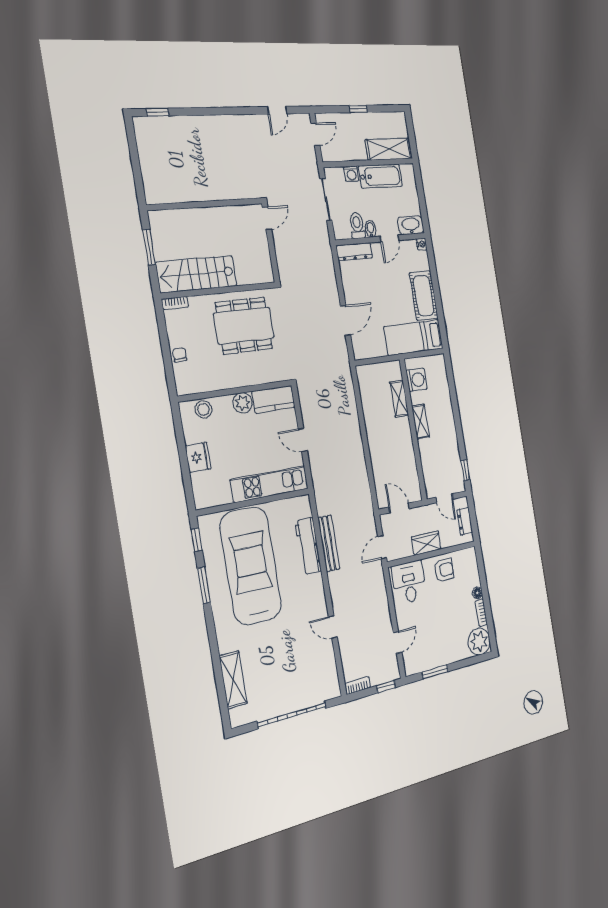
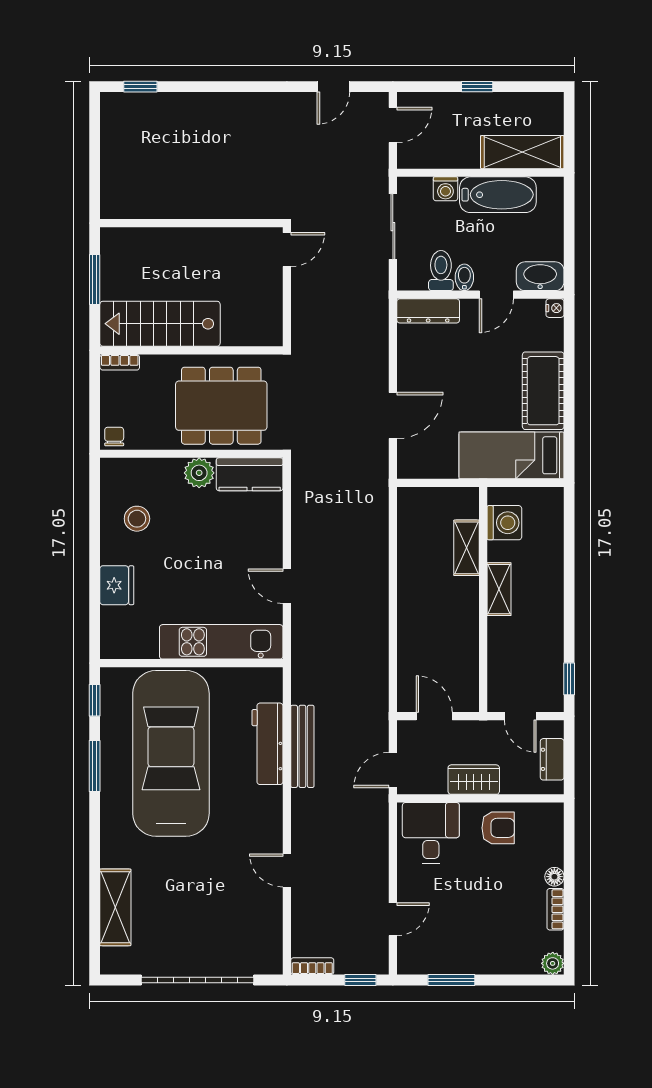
wall: (236, 391) -> (191, 454), moved
kitchen counter: (273, 399) -> (250, 474), moved
plant: (243, 403) -> (199, 473), moved
plant: (479, 642) -> (553, 963), width x0.53, depth x0.53

